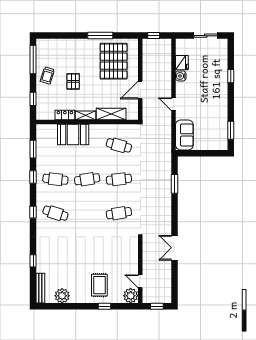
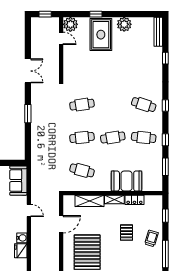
window: (175, 184) -> (28, 114), moved
rug: (99, 285) -> (101, 35), width x1.36, depth x1.43
plant: (62, 296) -> (124, 24), moved

